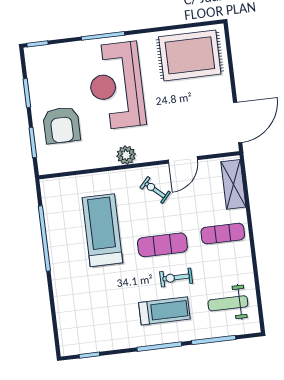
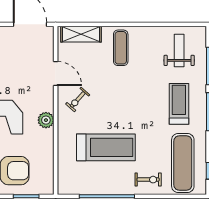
treadmill: (102, 230) -> (106, 147), turned 180
exercise mat: (162, 245) -> (183, 163), moved, width x1.36, depth x1.45
exercise bike: (176, 277) -> (148, 180), moved, turned -90
weight bench: (228, 303) -> (179, 51), turned 180

